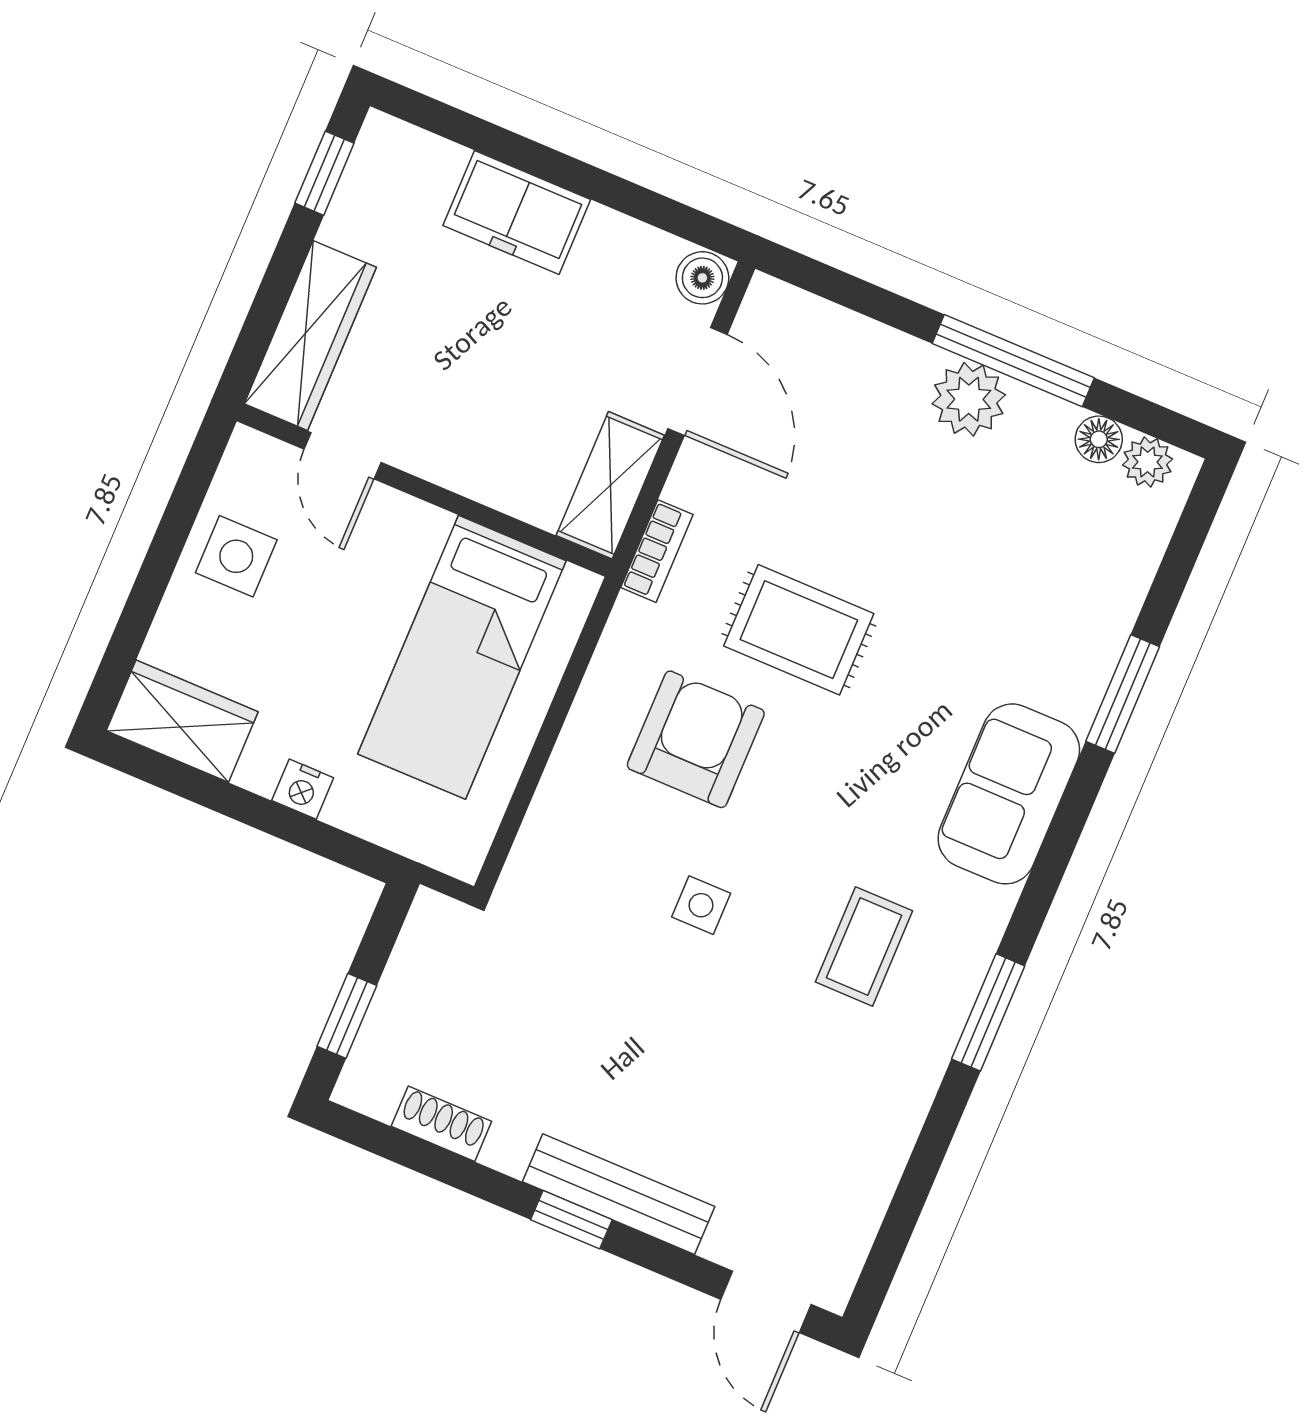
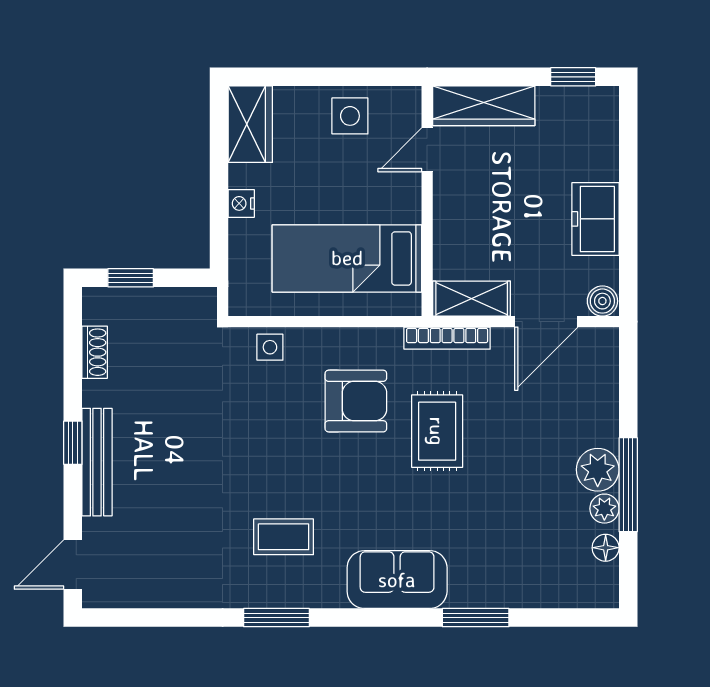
freezer: (517, 213) -> (595, 219), moved
plant: (1147, 462) -> (604, 509), moved
bookcase: (657, 551) -> (447, 338), width x1.56
side table: (701, 905) -> (270, 347), moved

